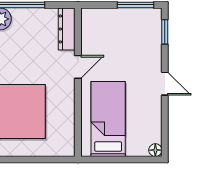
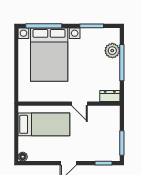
dresser: (67, 29) -> (110, 96), width x0.70

